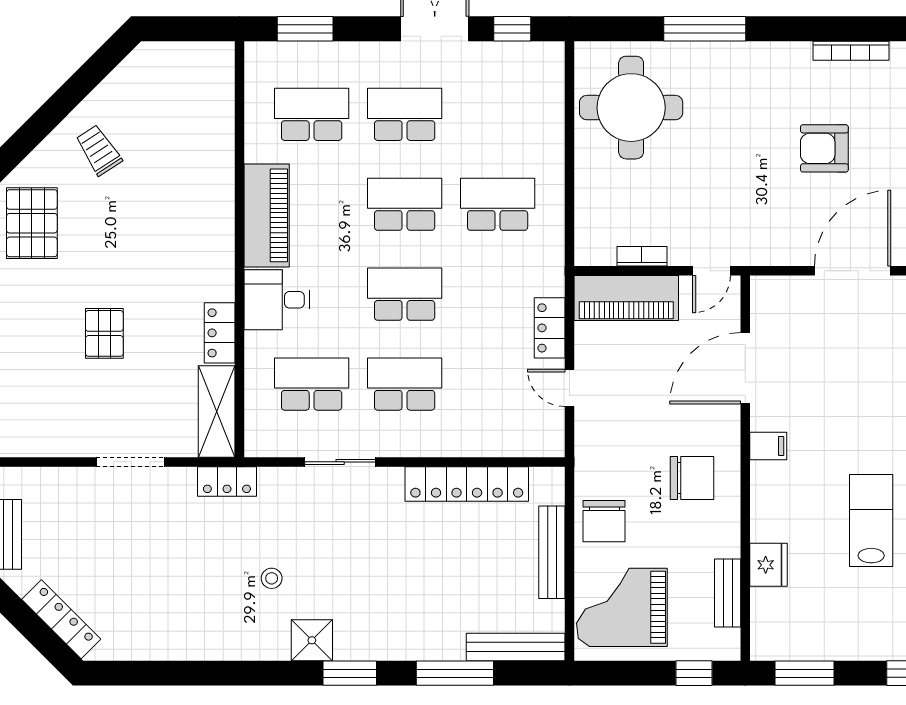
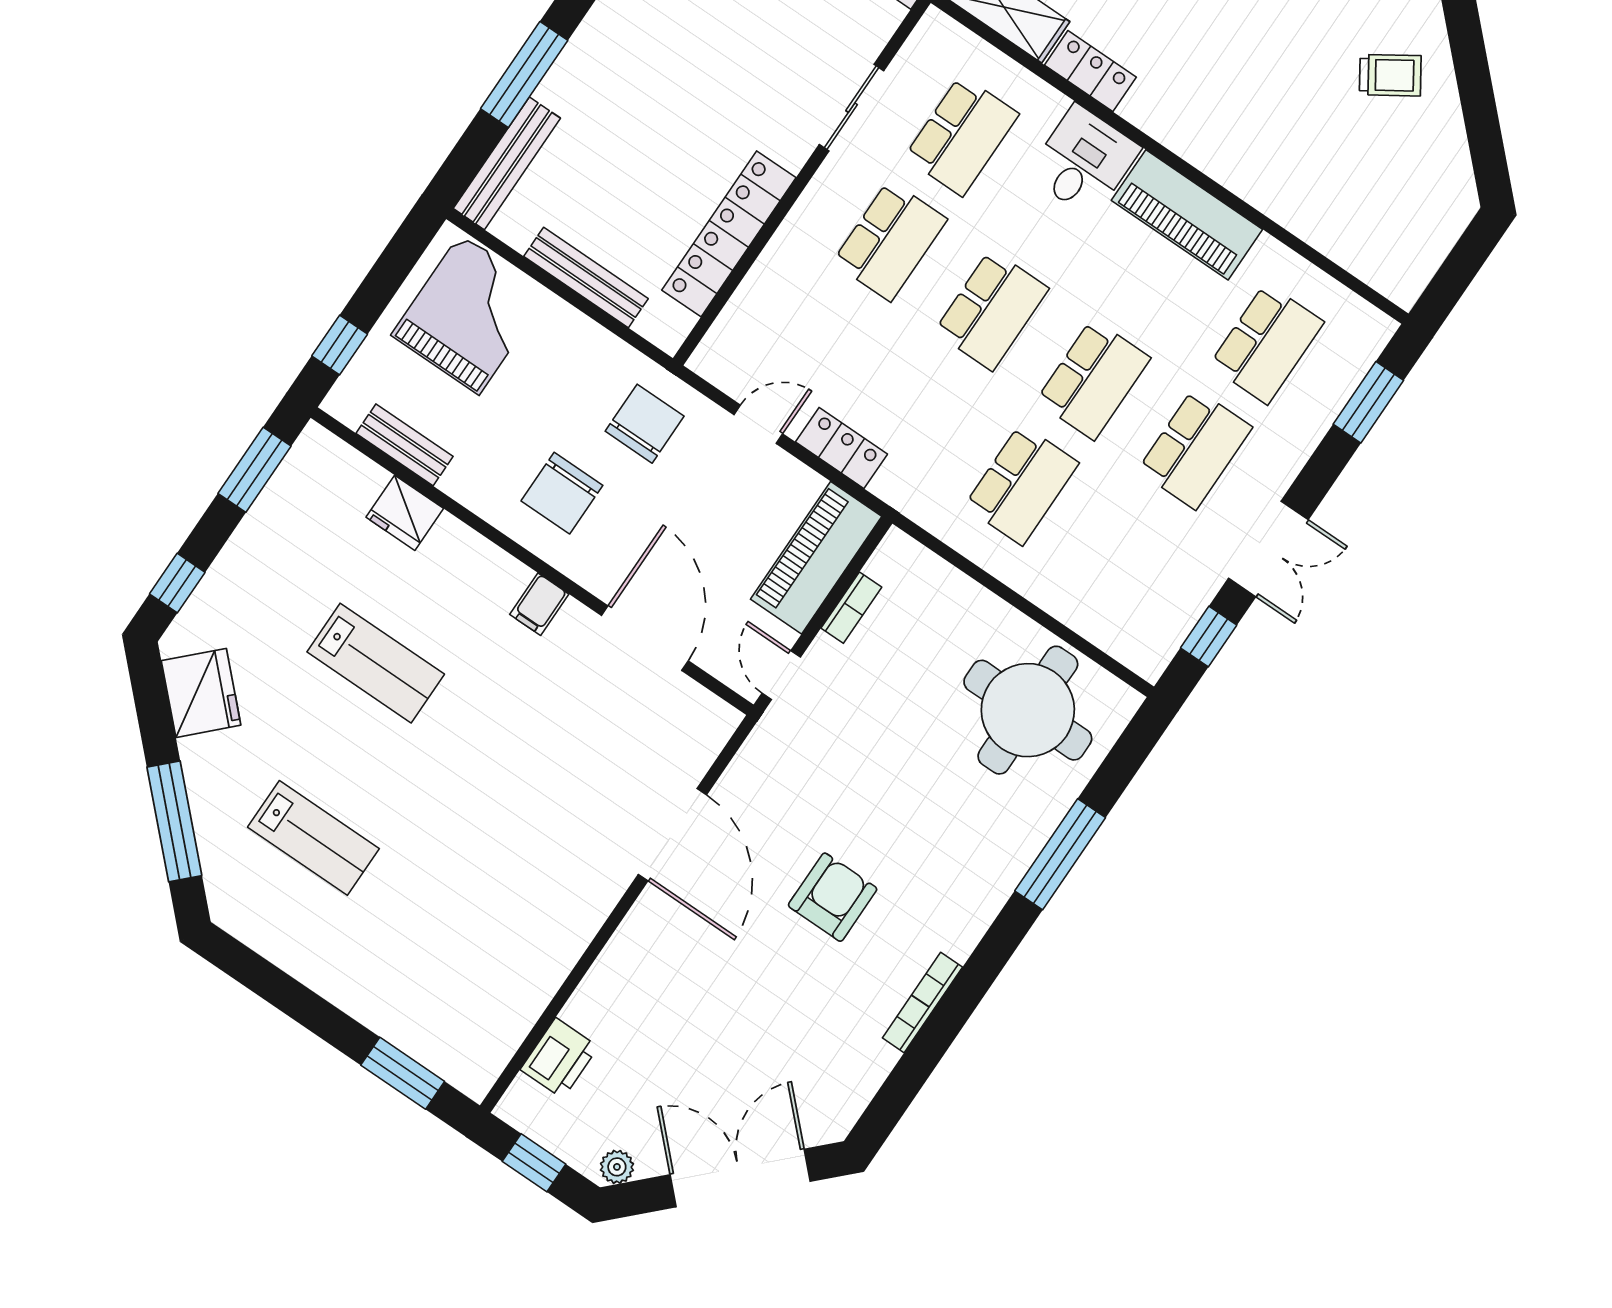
chair: (604, 521) -> (645, 424), moved, turned 90

